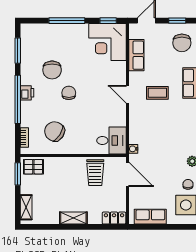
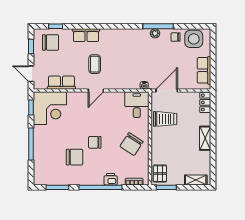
printer: (27, 93) -> (111, 179), moved
chair: (55, 131) -> (132, 144), moved

